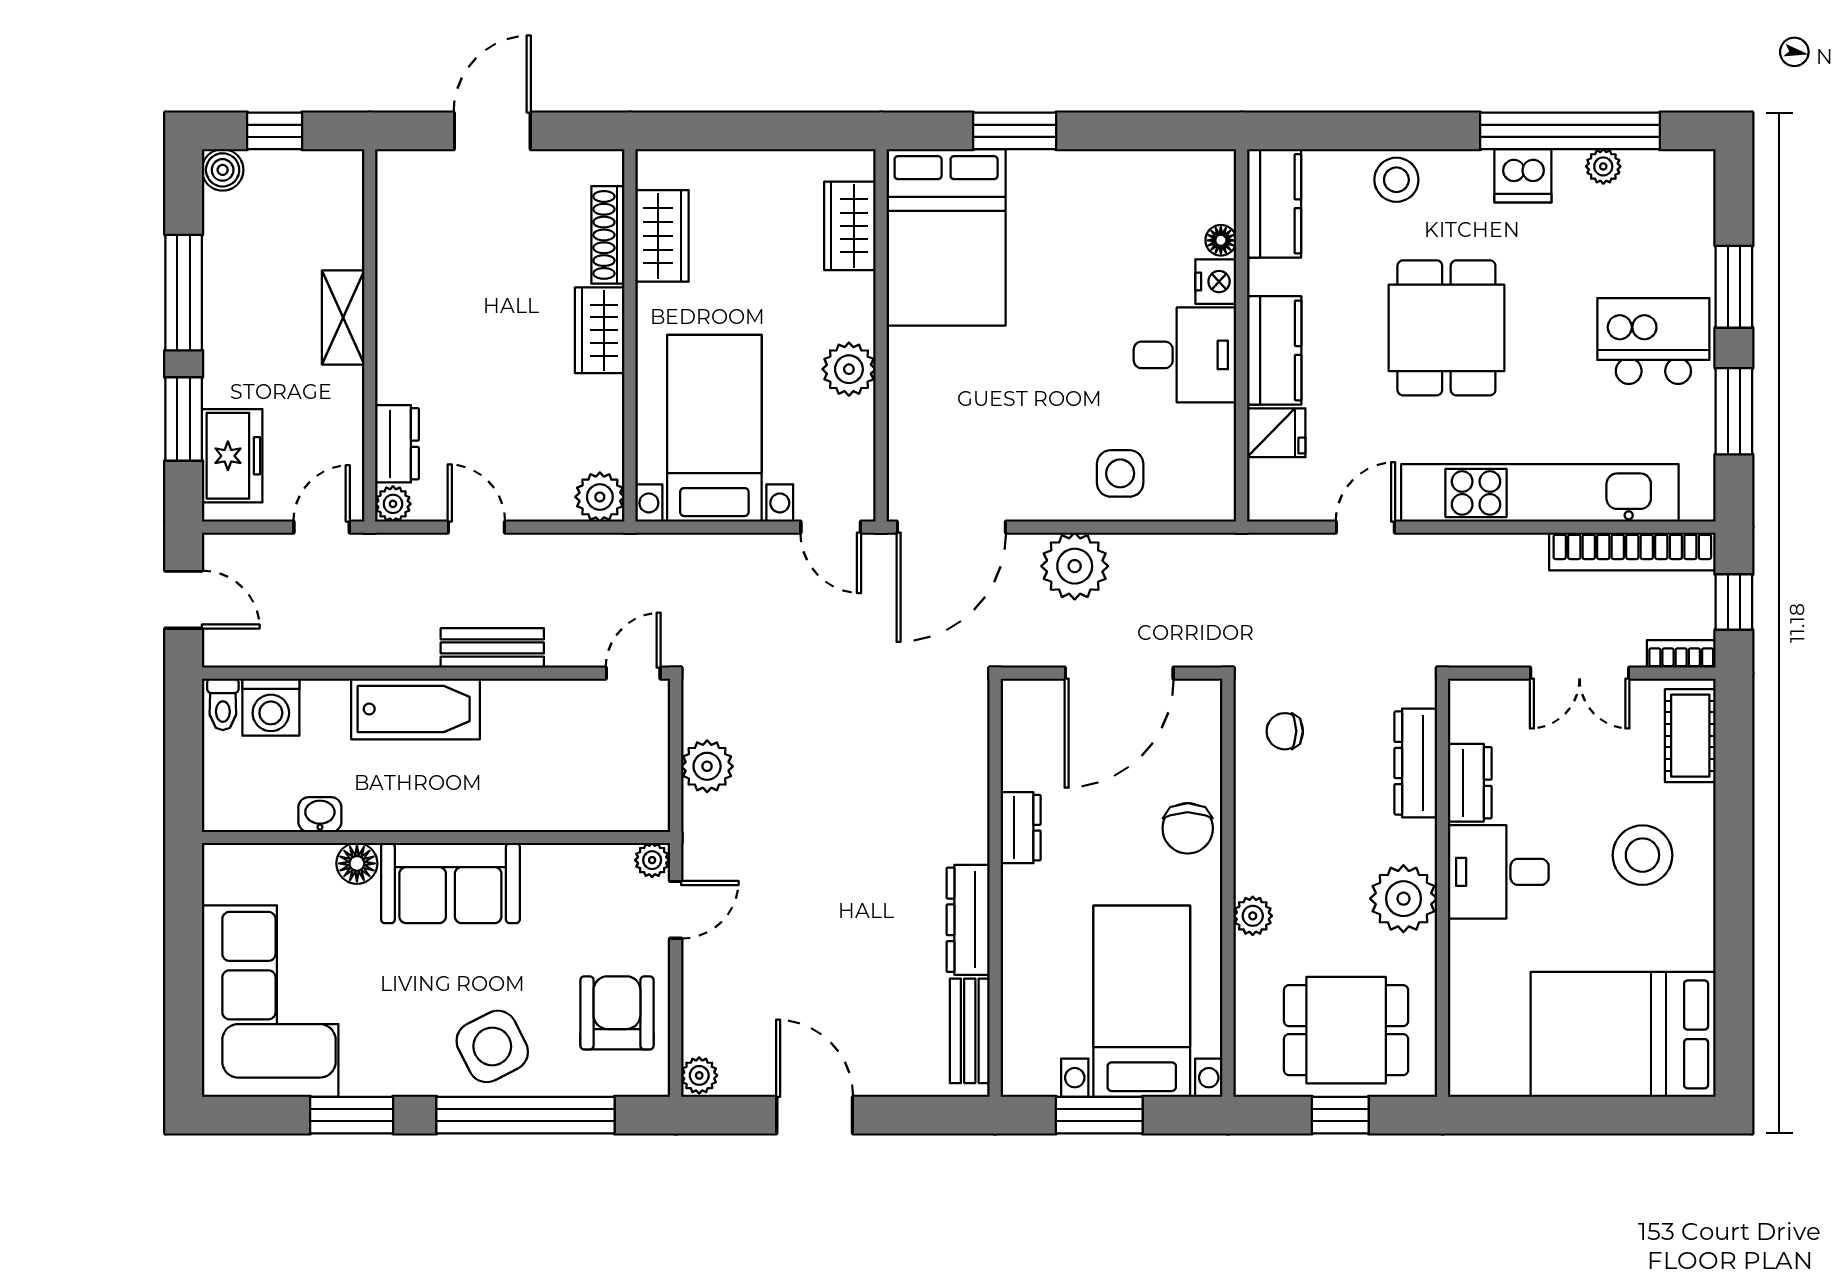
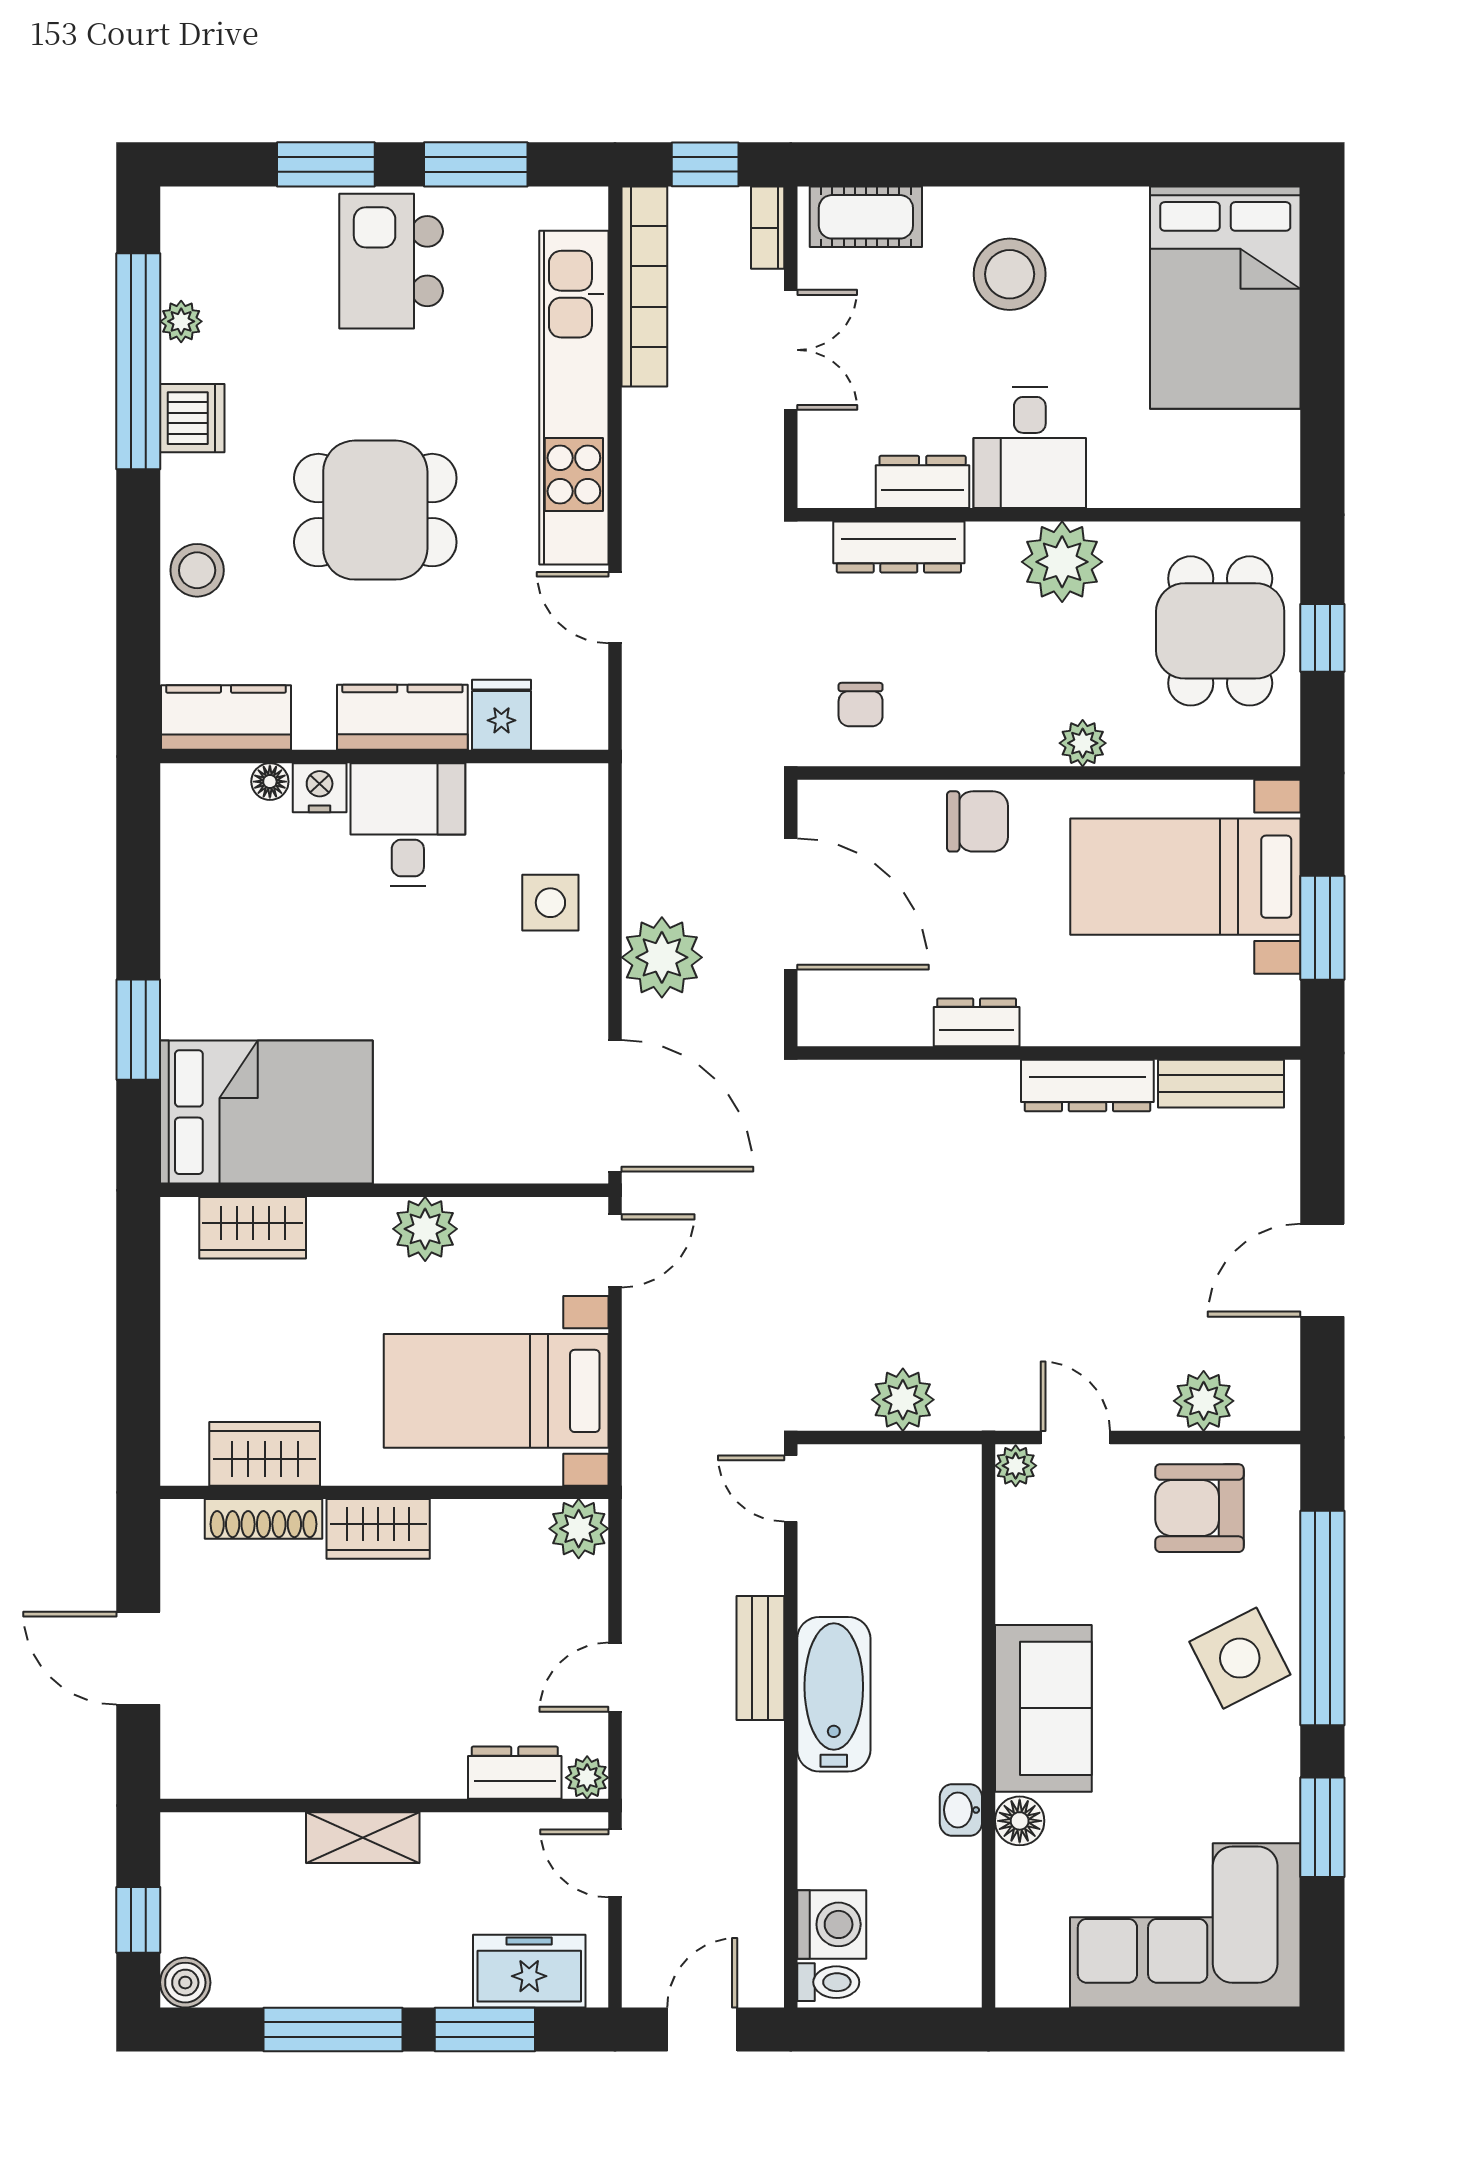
bathtub: (415, 709) -> (834, 1694), moved
washbasin: (320, 815) -> (961, 1810), moved
plant: (699, 1075) -> (1204, 1401), moved, width x1.38, depth x1.38

